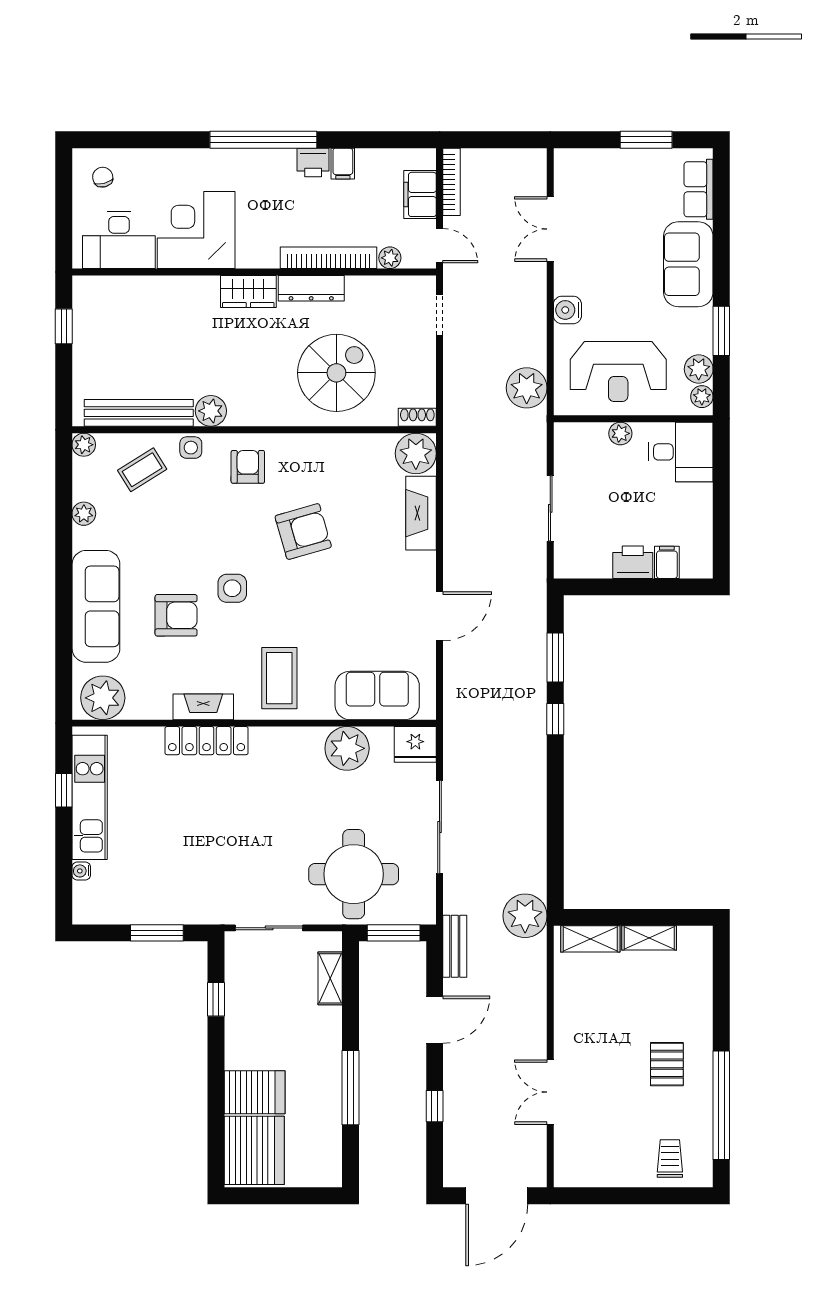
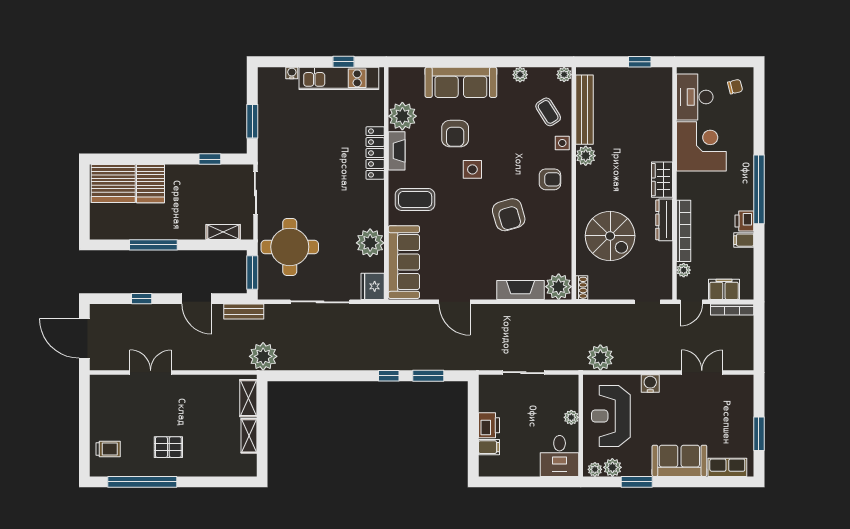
sofa: (377, 695) -> (404, 262), width x1.36
plant: (103, 698) -> (402, 116), moved

